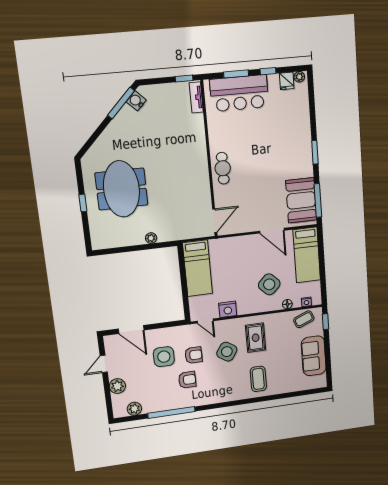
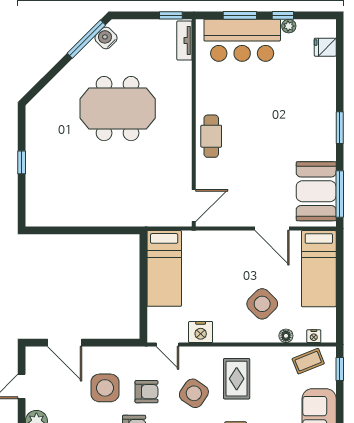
plant: (299, 77) -> (289, 26), moved
fridge: (287, 81) -> (325, 47), moved, turned 90
meeting table: (121, 189) -> (118, 109), moved, turned 90
plant: (151, 238) -> (106, 219), removed

